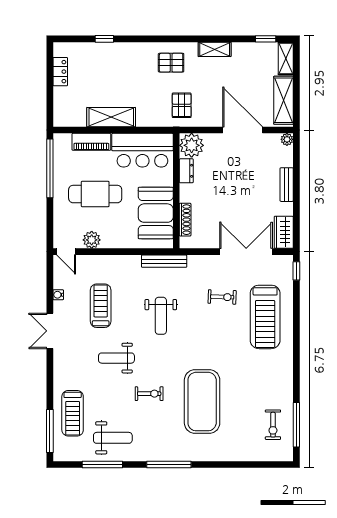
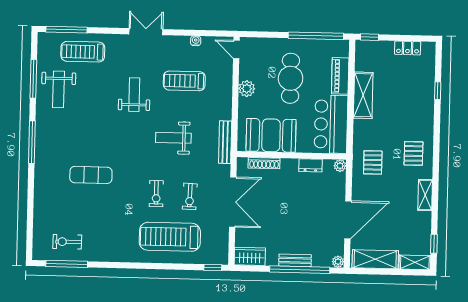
pallet: (182, 105) -> (373, 162), turned 90
window: (50, 112) -> (369, 37), added
plant: (192, 145) -> (340, 166), width x0.53, depth x0.53
window: (296, 179) -> (300, 270), added
plant: (92, 240) -> (247, 89), moved
door: (66, 252) -> (236, 49), hinge flipped
double door: (246, 252) -> (233, 202), moved
treadmill: (101, 306) -> (184, 81), turned 180
double door: (50, 331) -> (146, 32), moved
exercise bike: (149, 394) -> (156, 194), moved
exercise mat: (202, 402) -> (91, 175), width x0.50, depth x0.69

